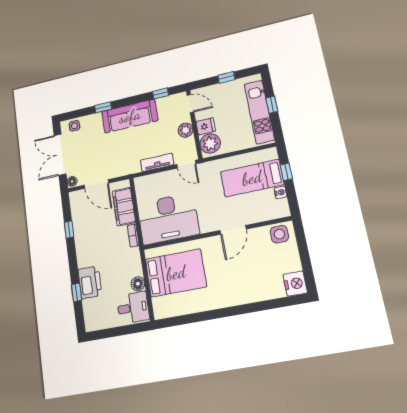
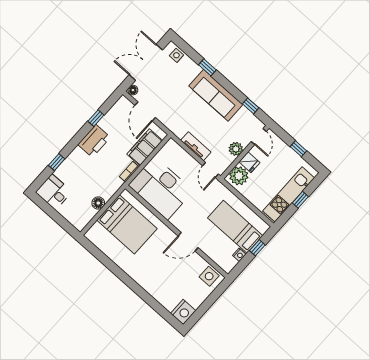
printer: (90, 282) -> (94, 141), moved
desk: (133, 308) -> (54, 192), moved, turned 180

